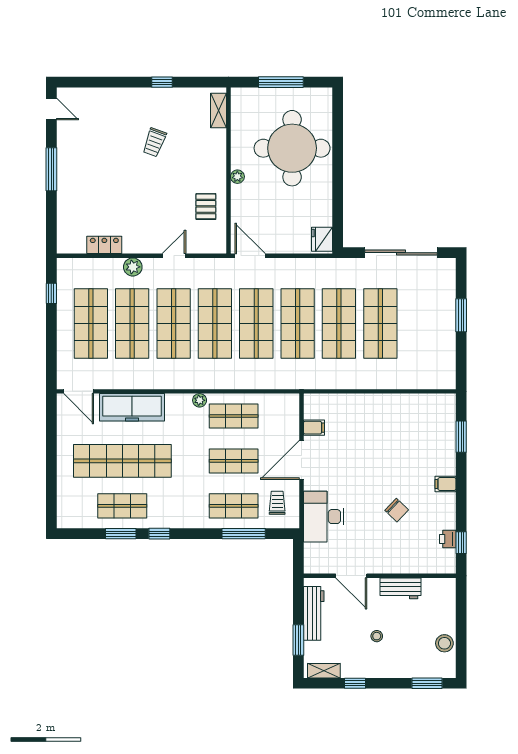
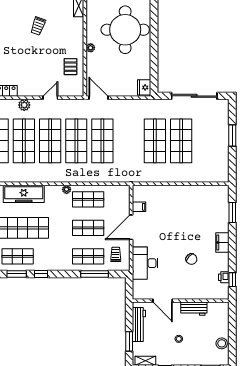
shop shelf: (298, 324) -> (129, 141), removed
filing cabinet: (446, 484) -> (222, 242), width x2.00

